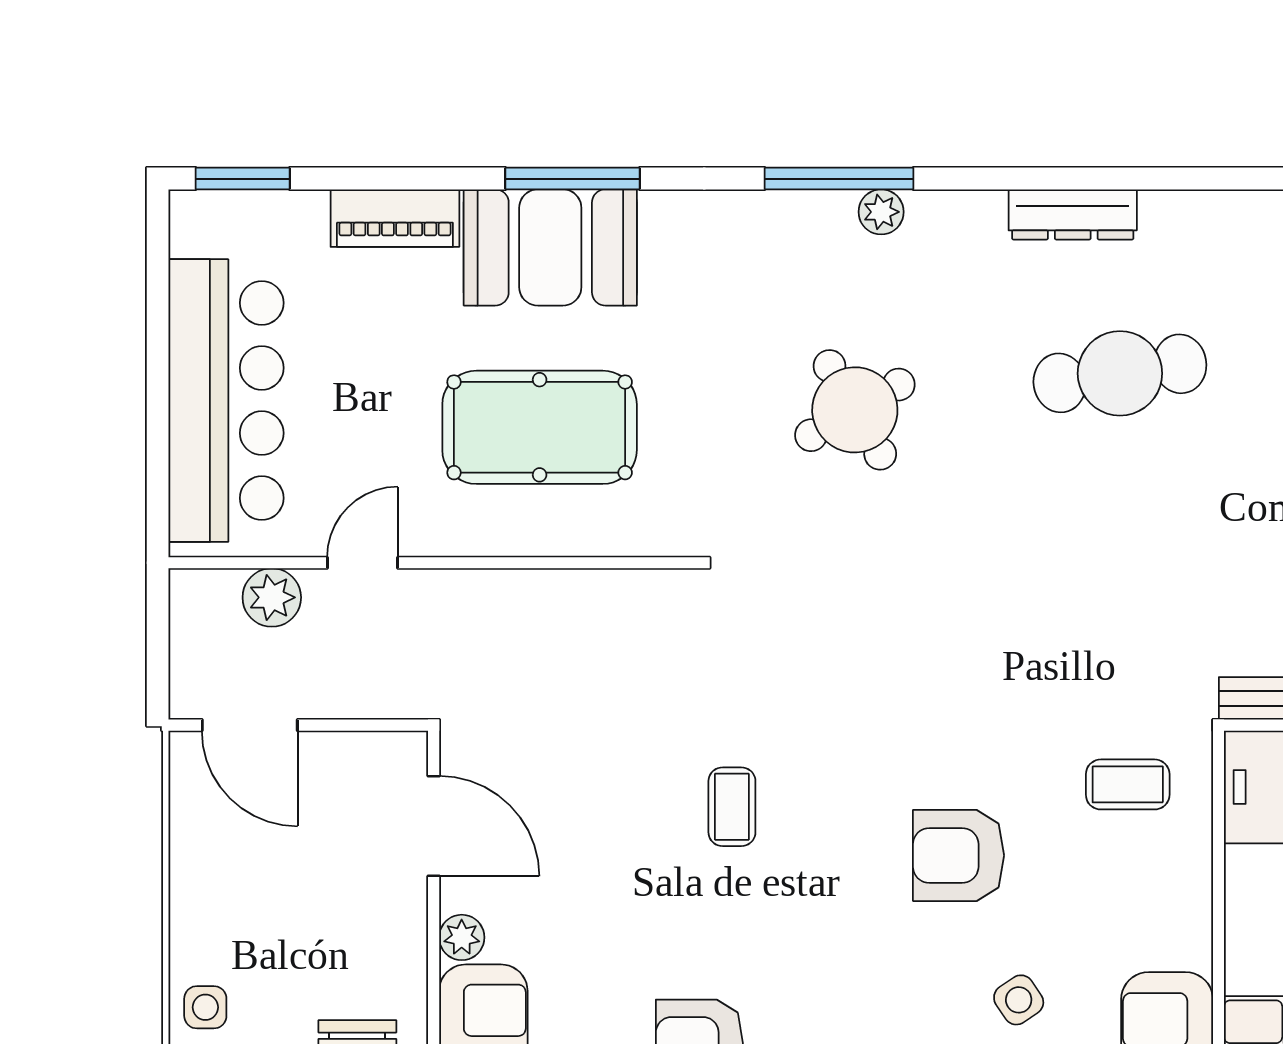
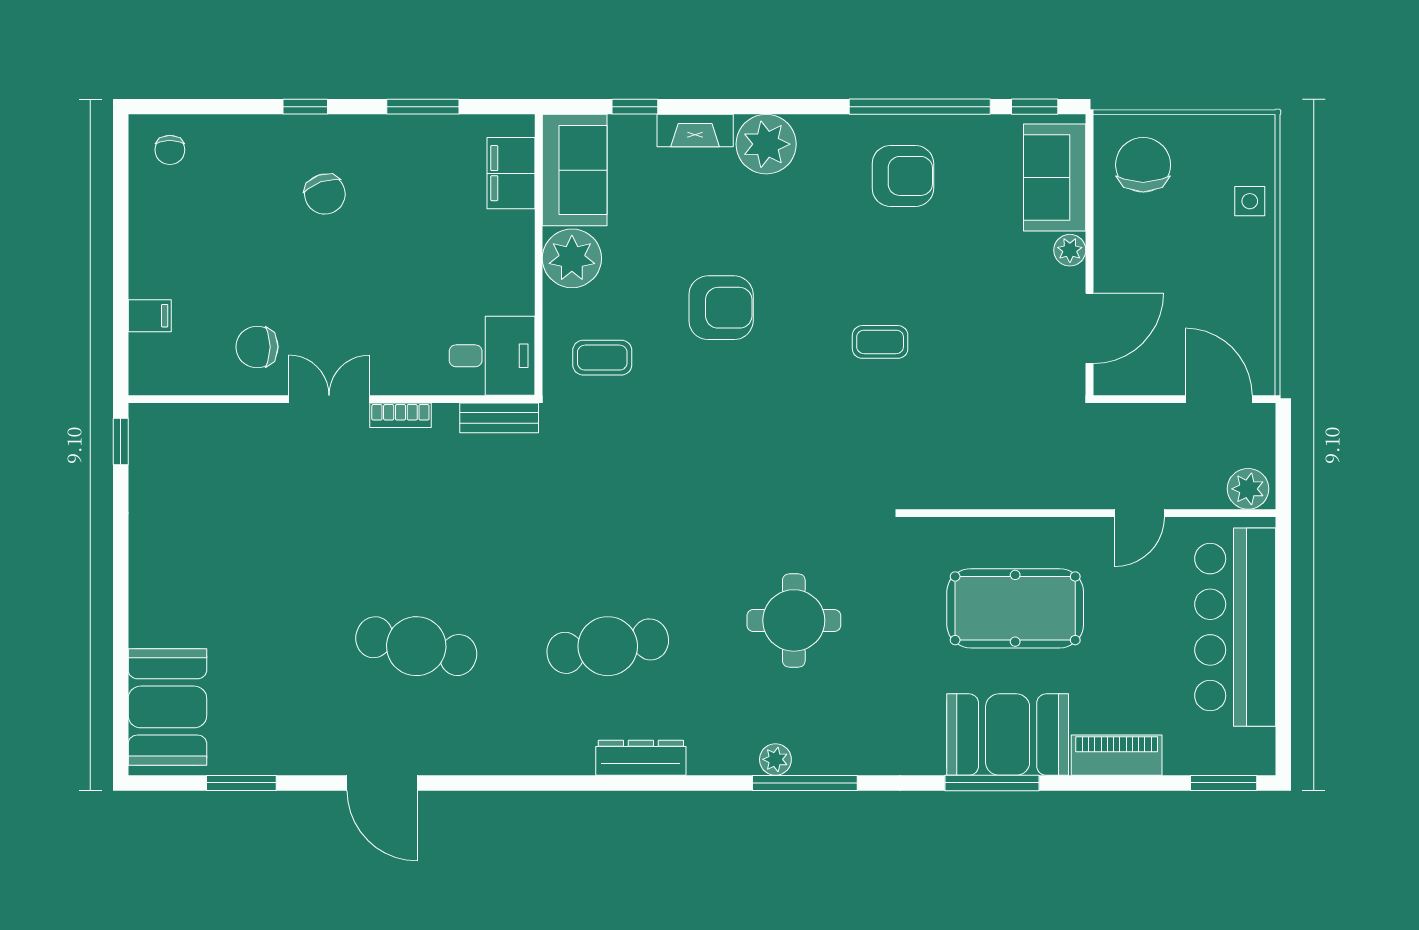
round table: (855, 410) -> (794, 620), turned 30
plant: (272, 597) -> (1248, 489), moved
coffee table: (732, 807) -> (880, 342), turned 90
door: (434, 826) -> (1089, 328), swing flipped
plant: (1171, 926) -> (572, 258), added
side table: (1019, 1000) -> (679, 206), removed

